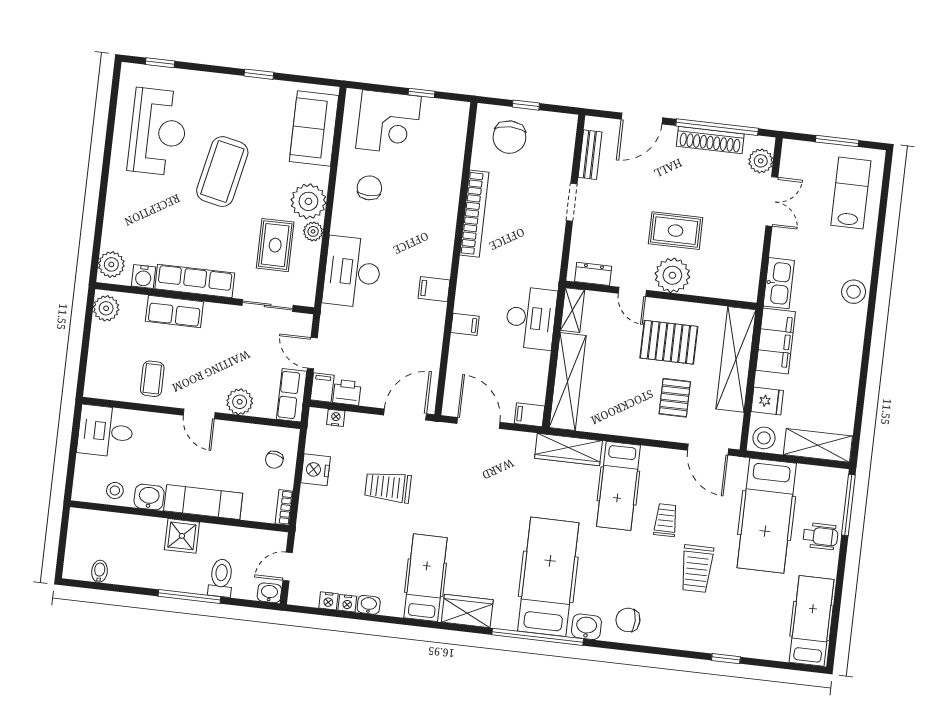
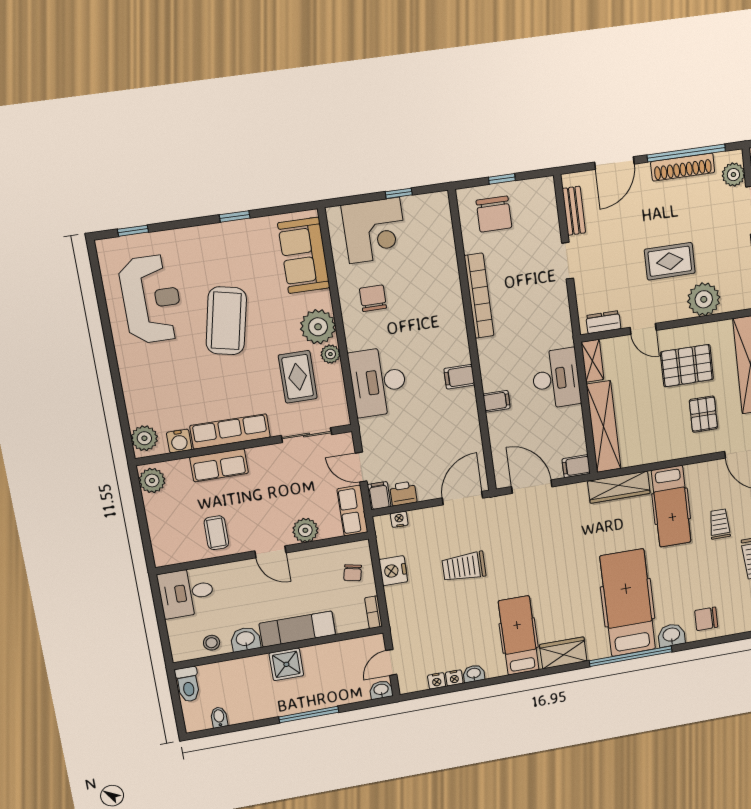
plant: (672, 275) -> (704, 299), moved
toilet: (221, 578) -> (188, 684), moved, turned 180

